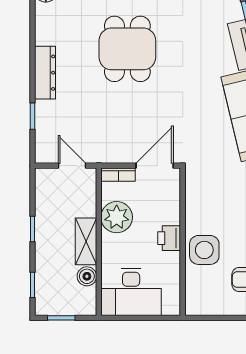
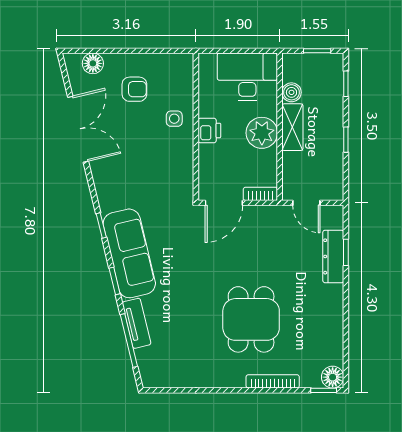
dresser: (45, 73) -> (333, 256), moved
plant: (117, 217) -> (262, 133), moved
side table: (204, 250) -> (174, 119), width x0.54, depth x0.54

